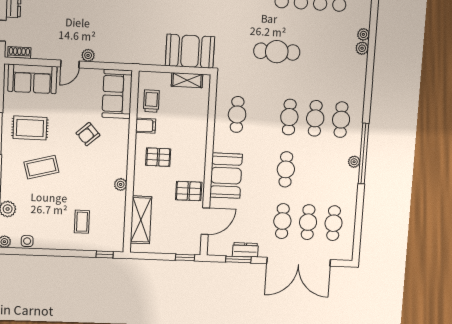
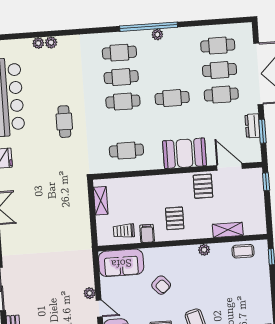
booth: (190, 51) -> (74, 201), removed
cafe table: (277, 52) -> (64, 122), width x0.73, depth x0.74
shelving: (141, 220) -> (228, 230), width x0.67, depth x0.75
coffee table: (82, 222) -> (243, 251), moved

